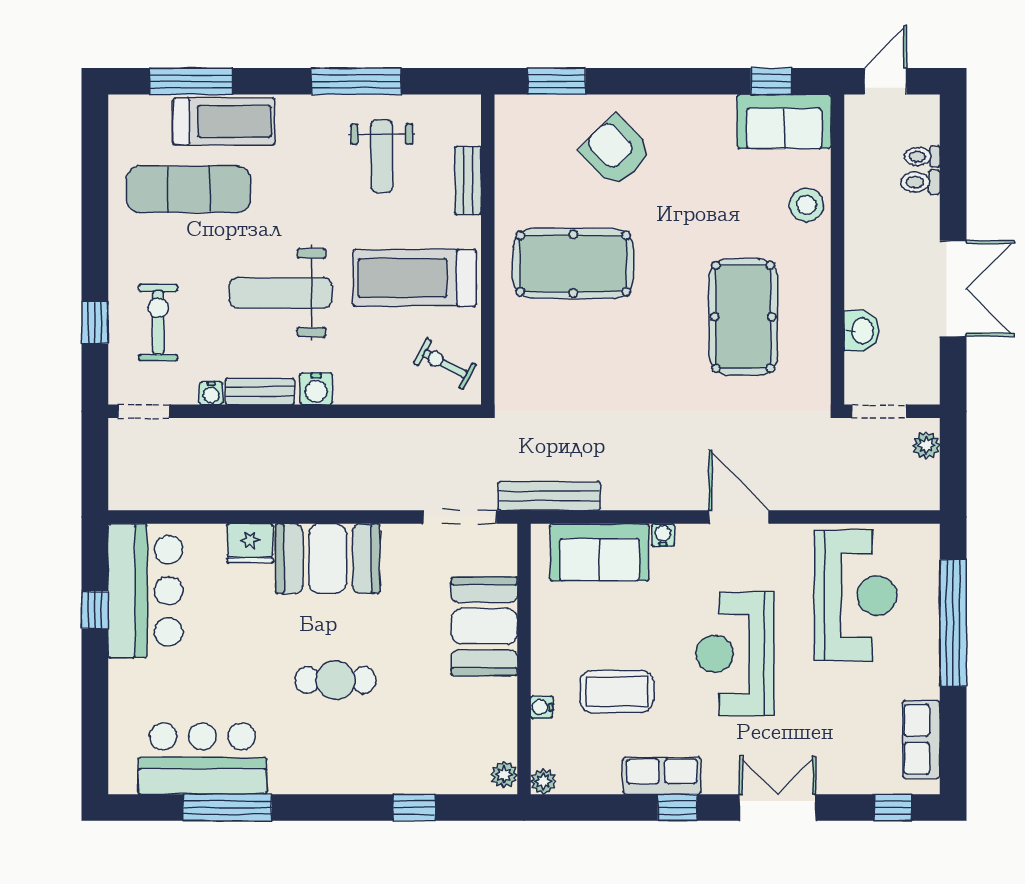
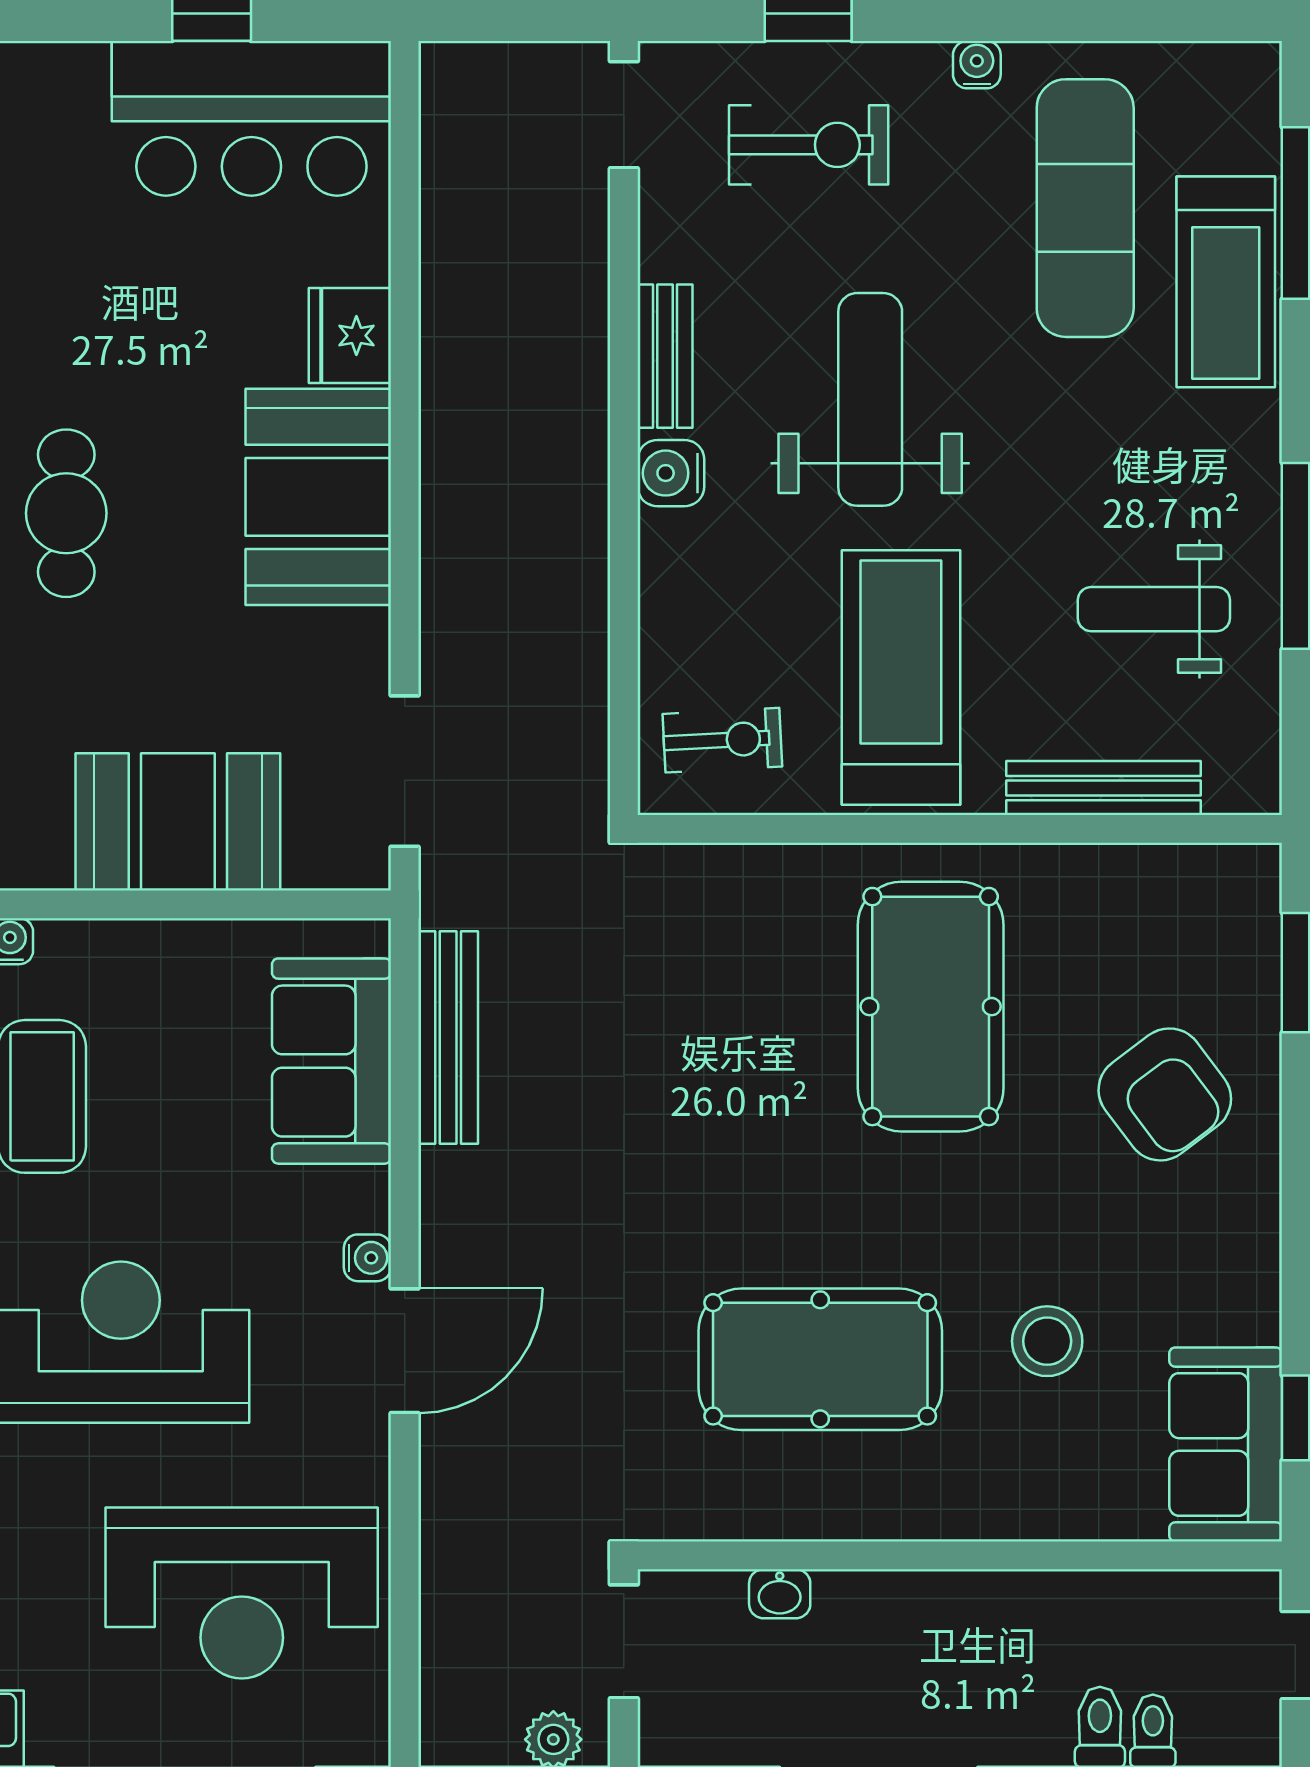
armchair: (616, 151) -> (1165, 1094), turned 97
bench: (468, 180) -> (1103, 788), width x1.36
stool: (806, 205) -> (1047, 1341), moved
washbasin: (861, 331) -> (780, 1594), width x0.72, depth x0.69
exercise bike: (445, 364) -> (722, 740), turned 59
water cooler: (211, 393) -> (977, 65), moved, turned 90
bench: (549, 496) -> (448, 1038), moved
water cooler: (663, 535) -> (367, 1258), moved

